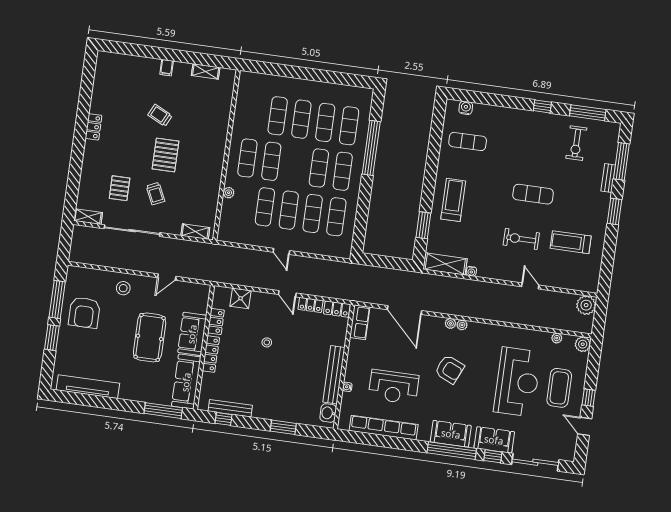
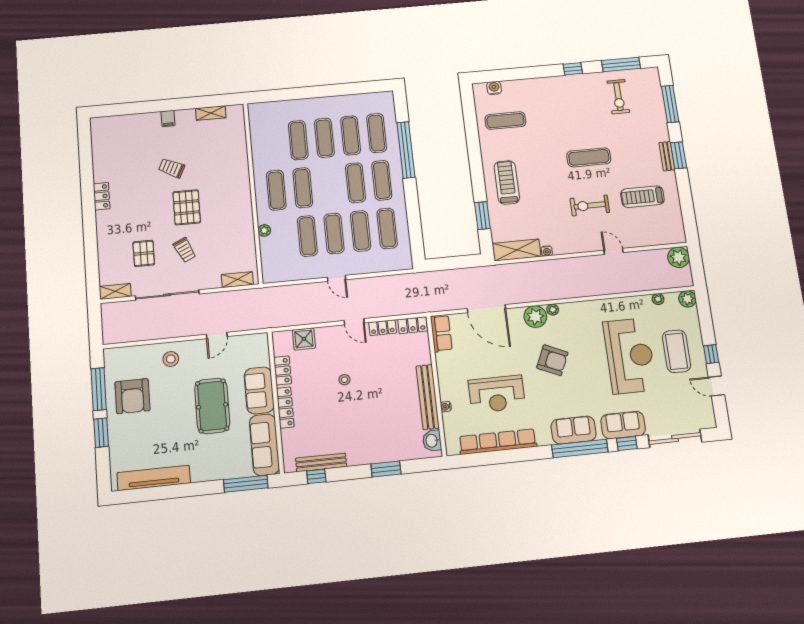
bench: (608, 178) -> (667, 156), moved
plant: (450, 323) -> (535, 317), width x1.88, depth x1.88

